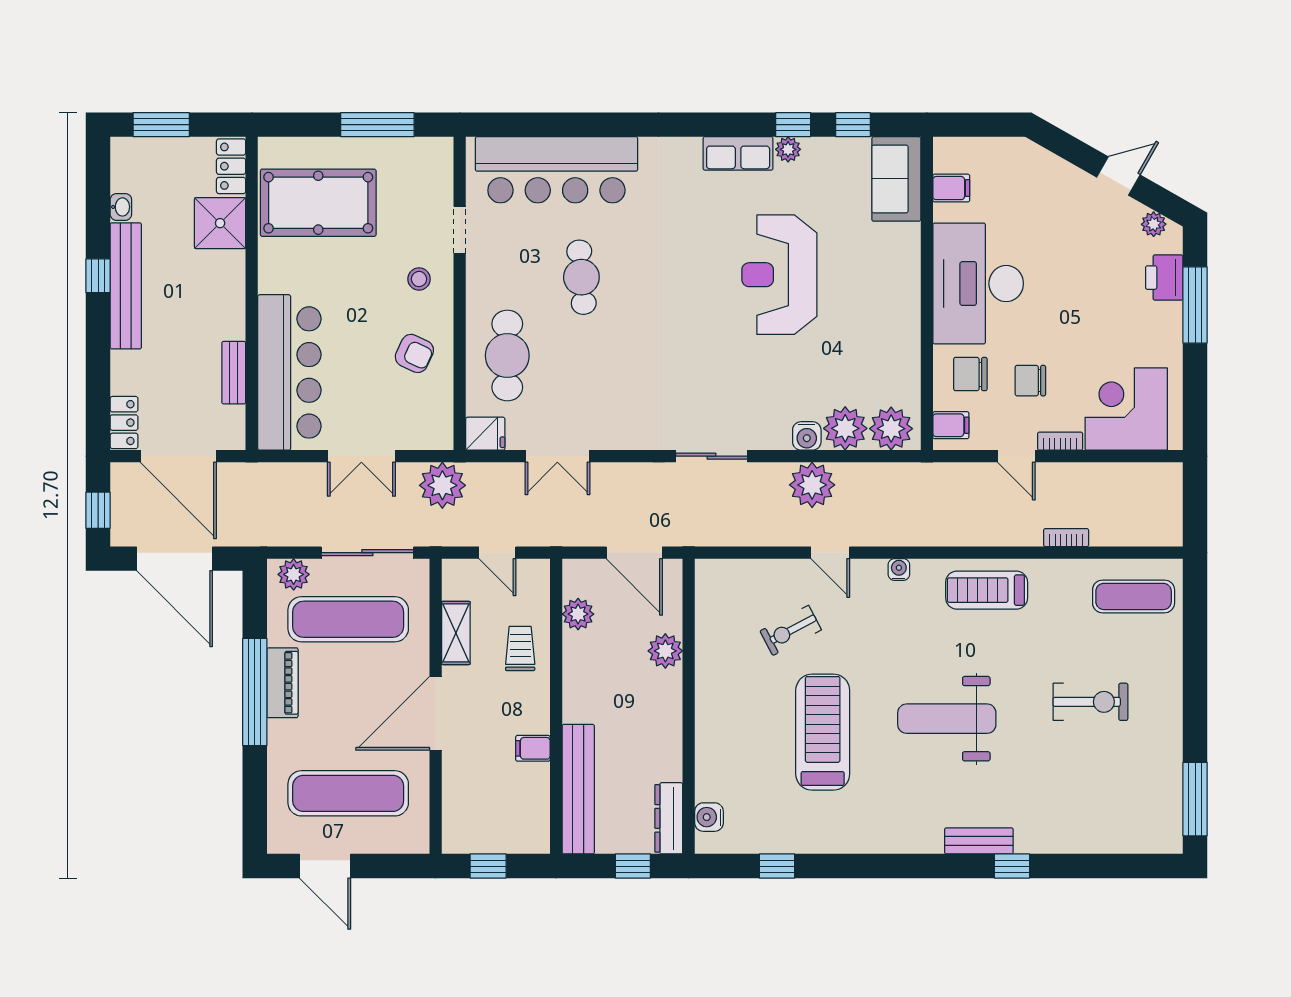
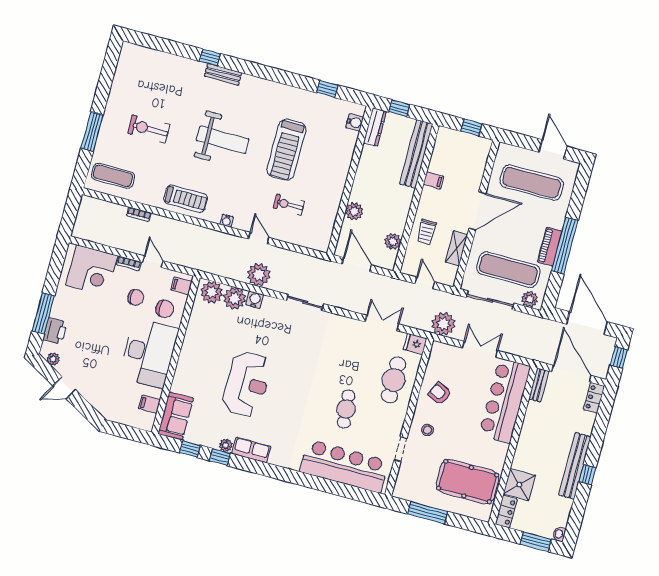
washbasin: (121, 207) -> (559, 534), moved
bench: (234, 373) -> (539, 385), moved
exercise bike: (791, 630) -> (289, 205), turned -152
window: (1195, 799) -> (92, 132), moved

